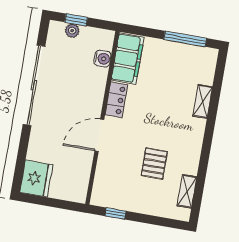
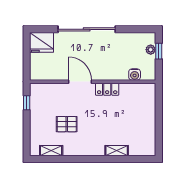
window: (185, 39) -> (159, 131), removed
filing cabinet: (128, 59) -> (138, 92), removed
sliding door: (34, 85) -> (87, 29), moved

